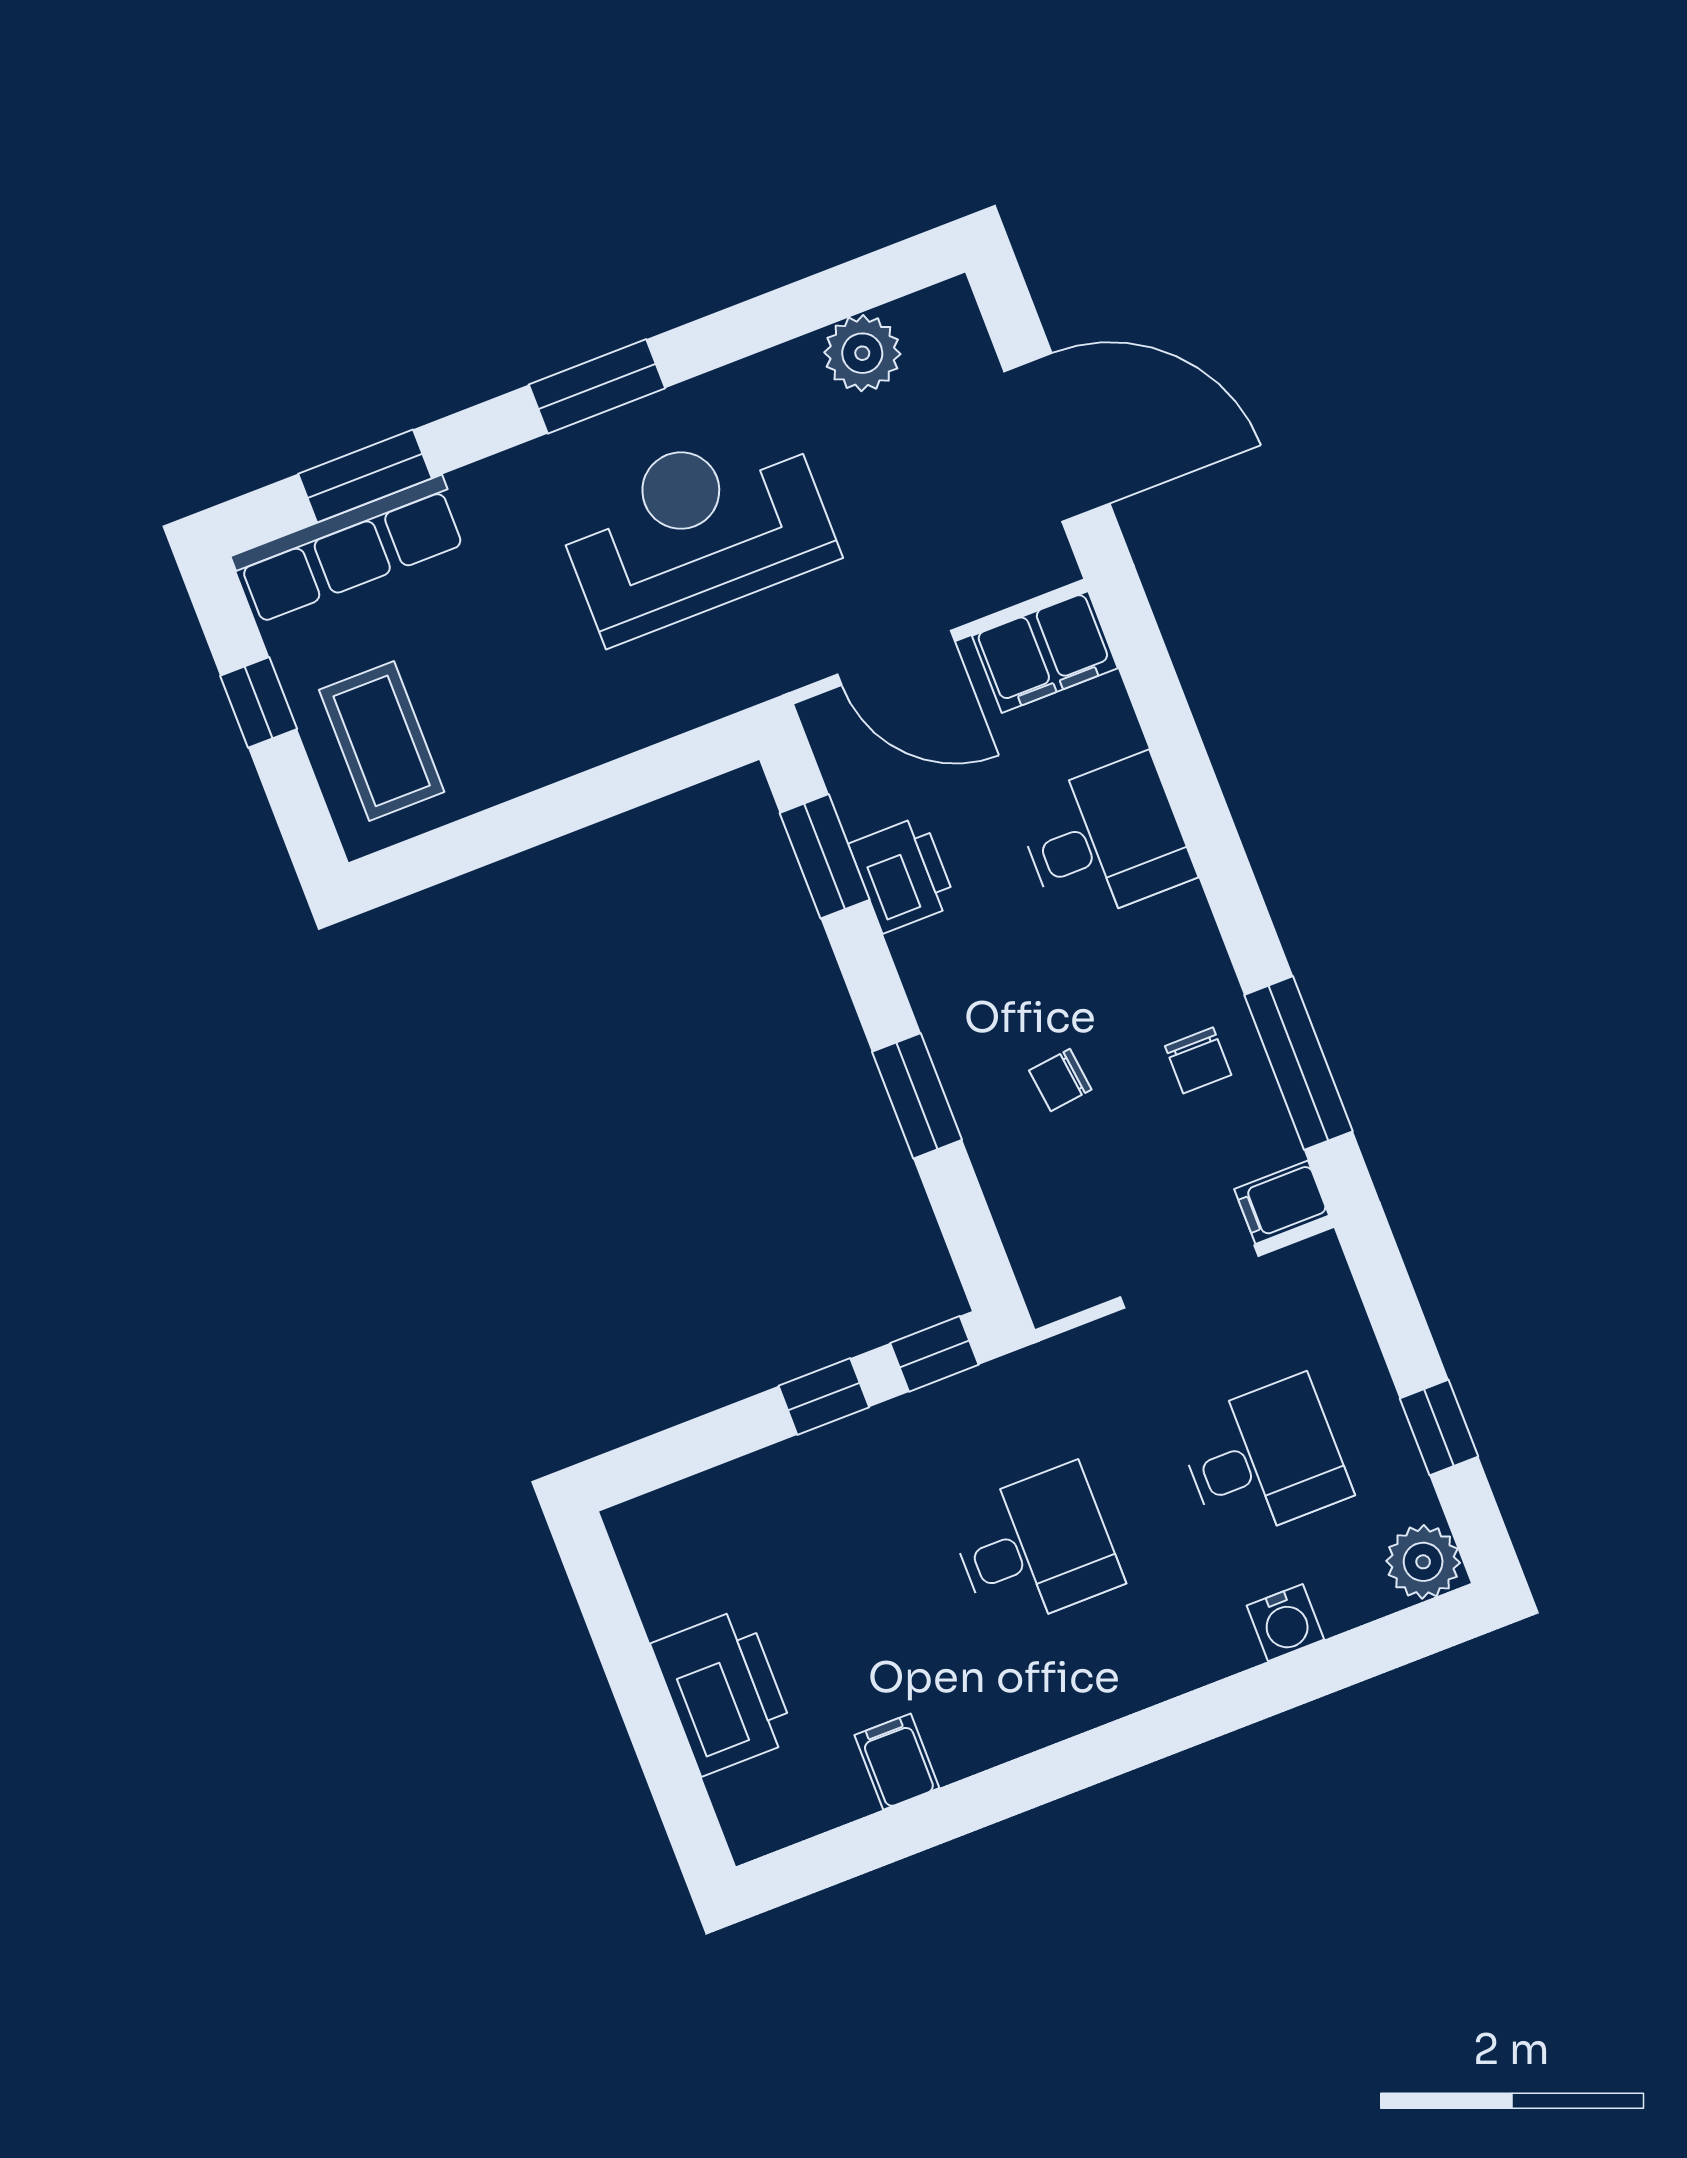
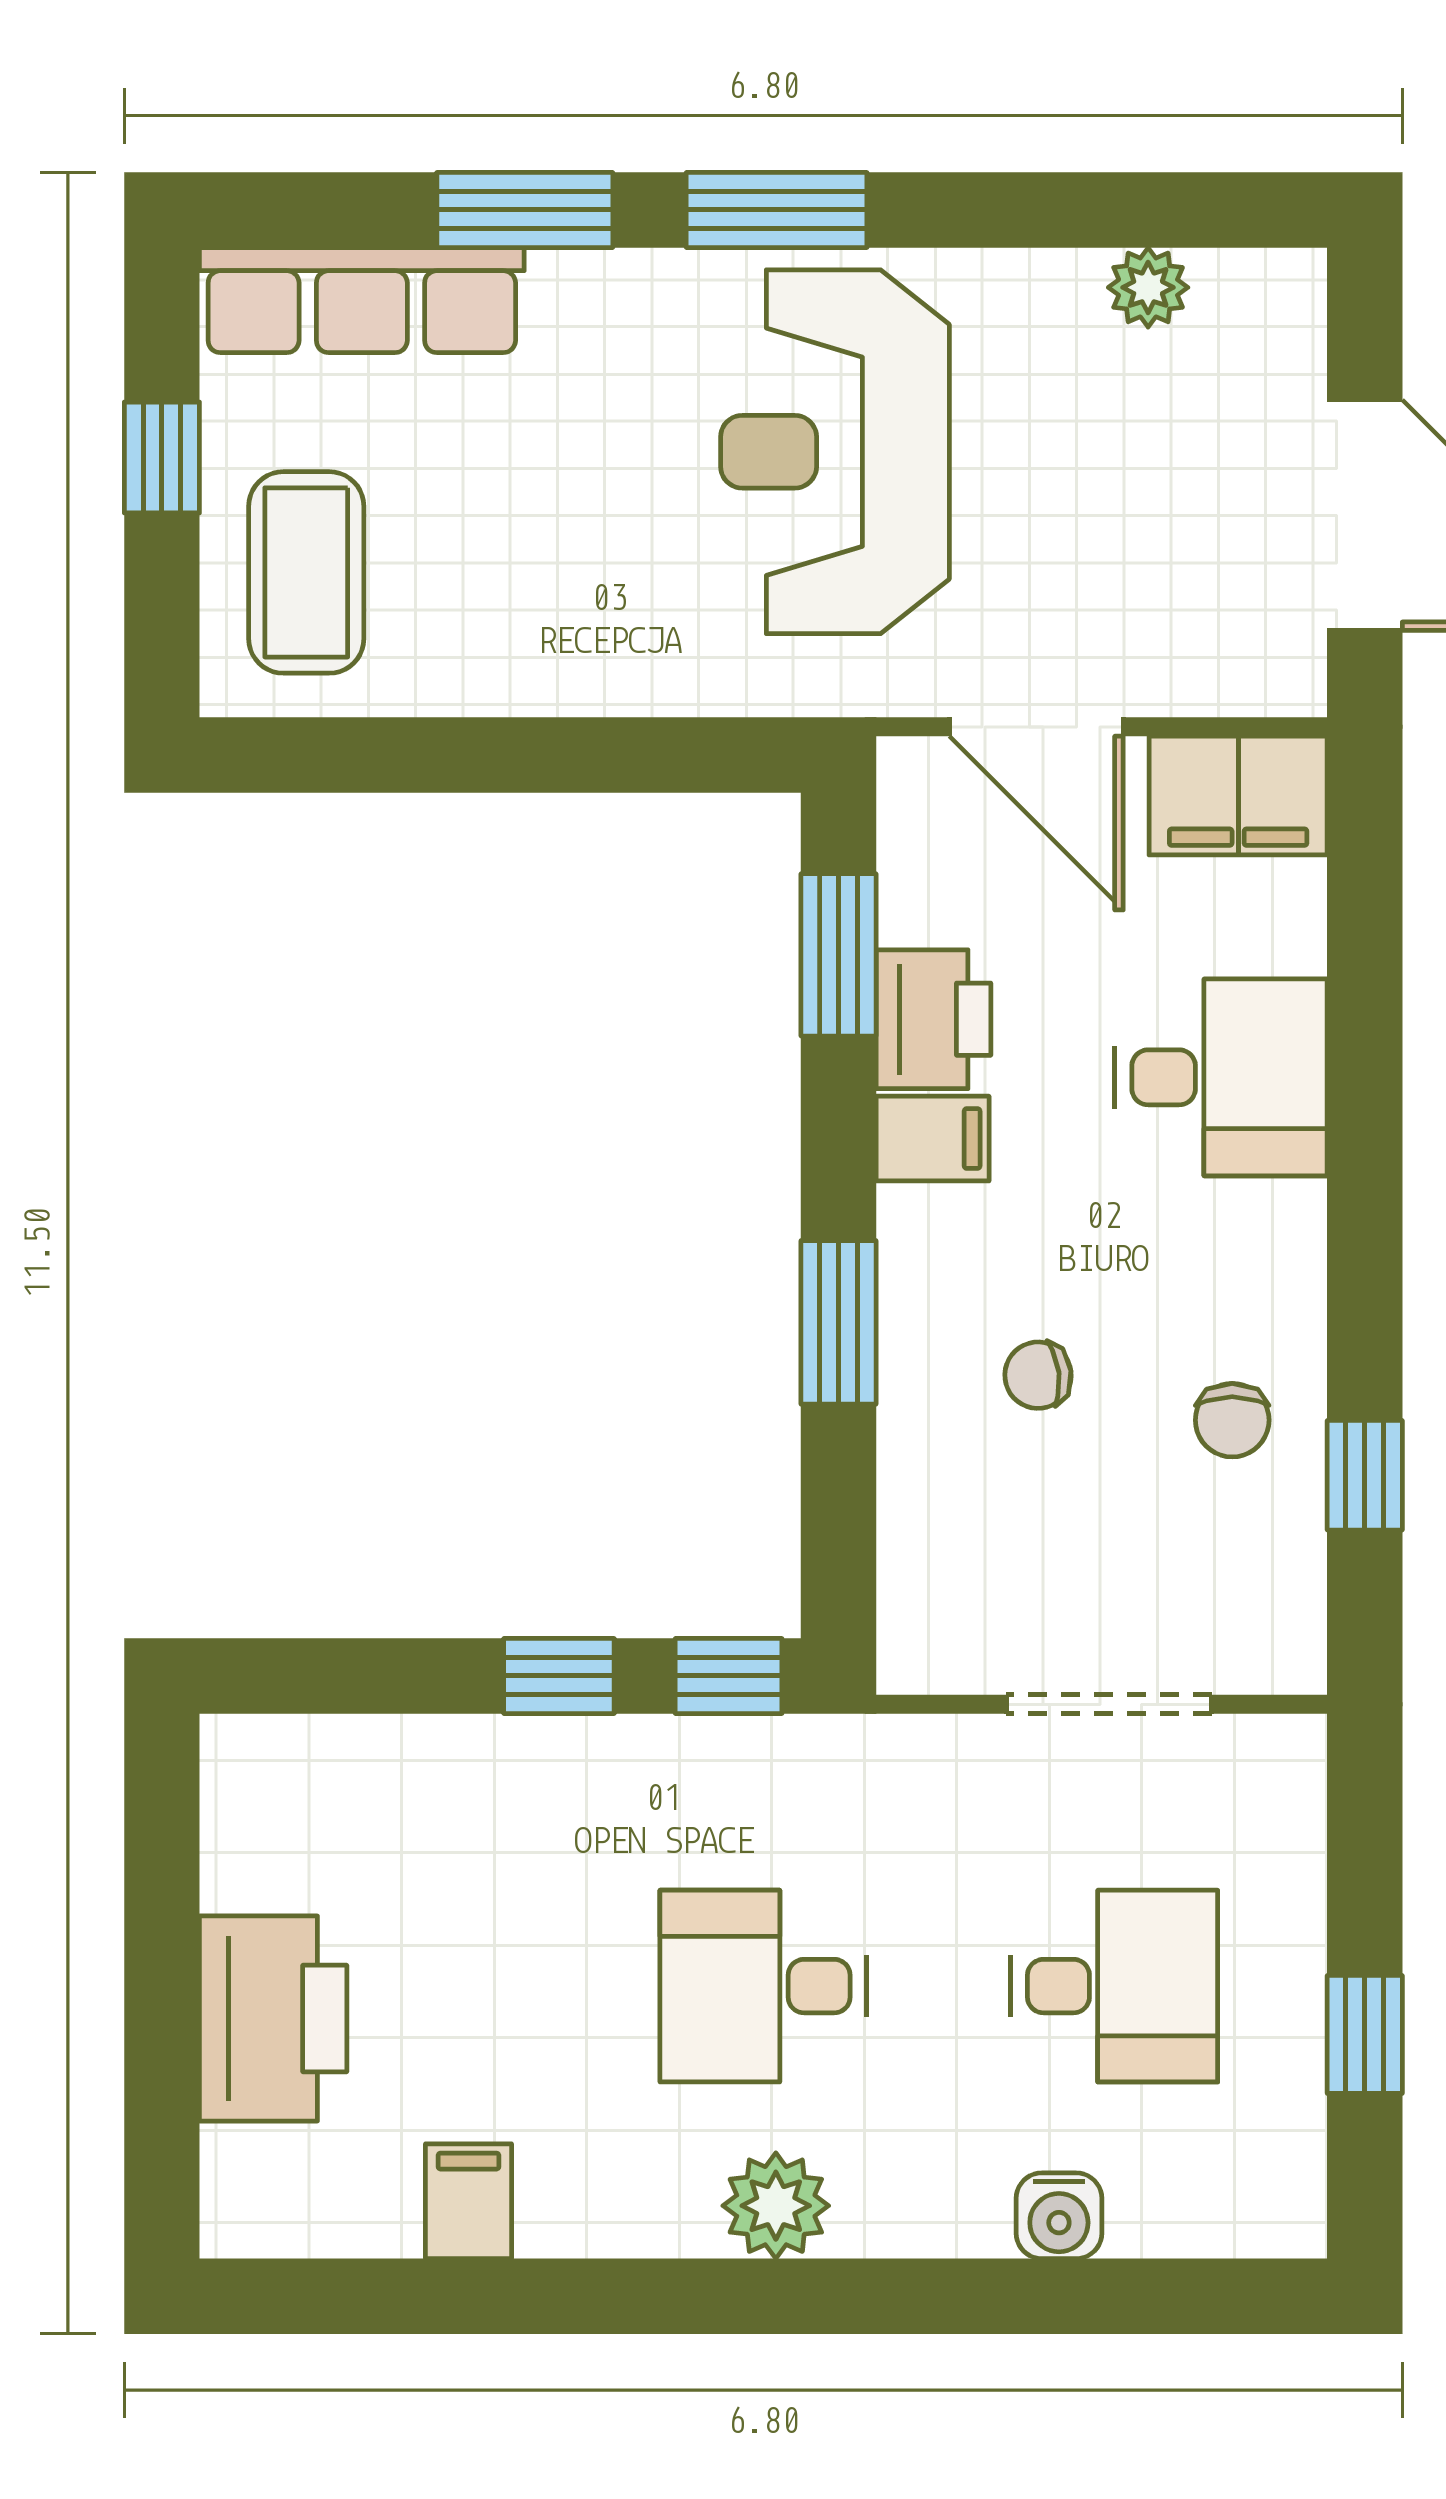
plant: (862, 353) -> (1148, 287), width x0.73, depth x0.73
window: (365, 476) -> (525, 210), moved
reception desk: (696, 529) -> (835, 452), turned -90
window: (1298, 1063) -> (1365, 1475), width x0.46
filing cabinet: (1282, 1202) -> (933, 1139), moved, turned 180
desk: (1035, 1547) -> (763, 1986), turned 180
plant: (1423, 1562) -> (776, 2206), moved

